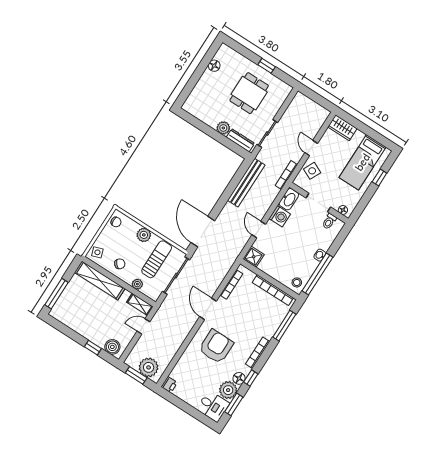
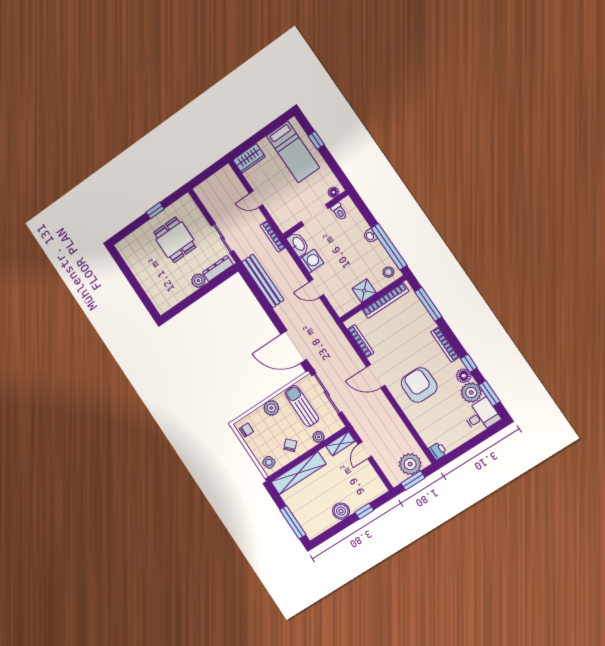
floor lamp: (214, 66) -> (133, 263), removed
side table: (312, 171) -> (280, 208), removed
shower: (254, 257) -> (364, 291), moved
boiler: (112, 347) -> (341, 511), moved

